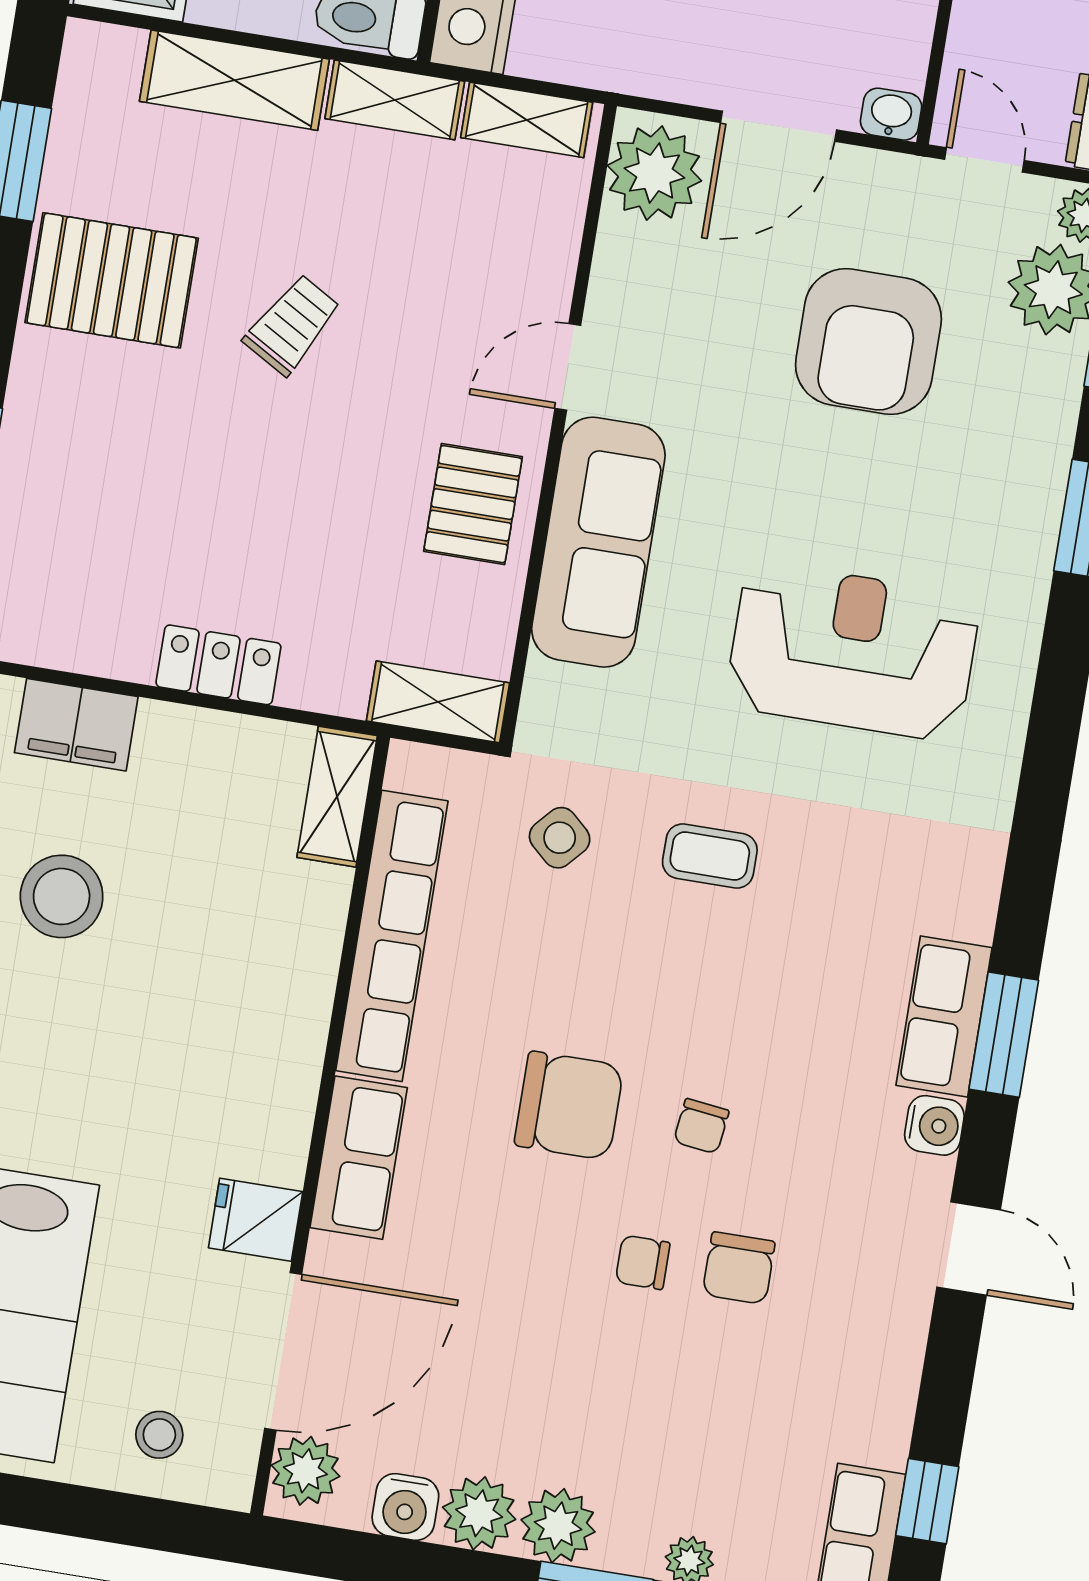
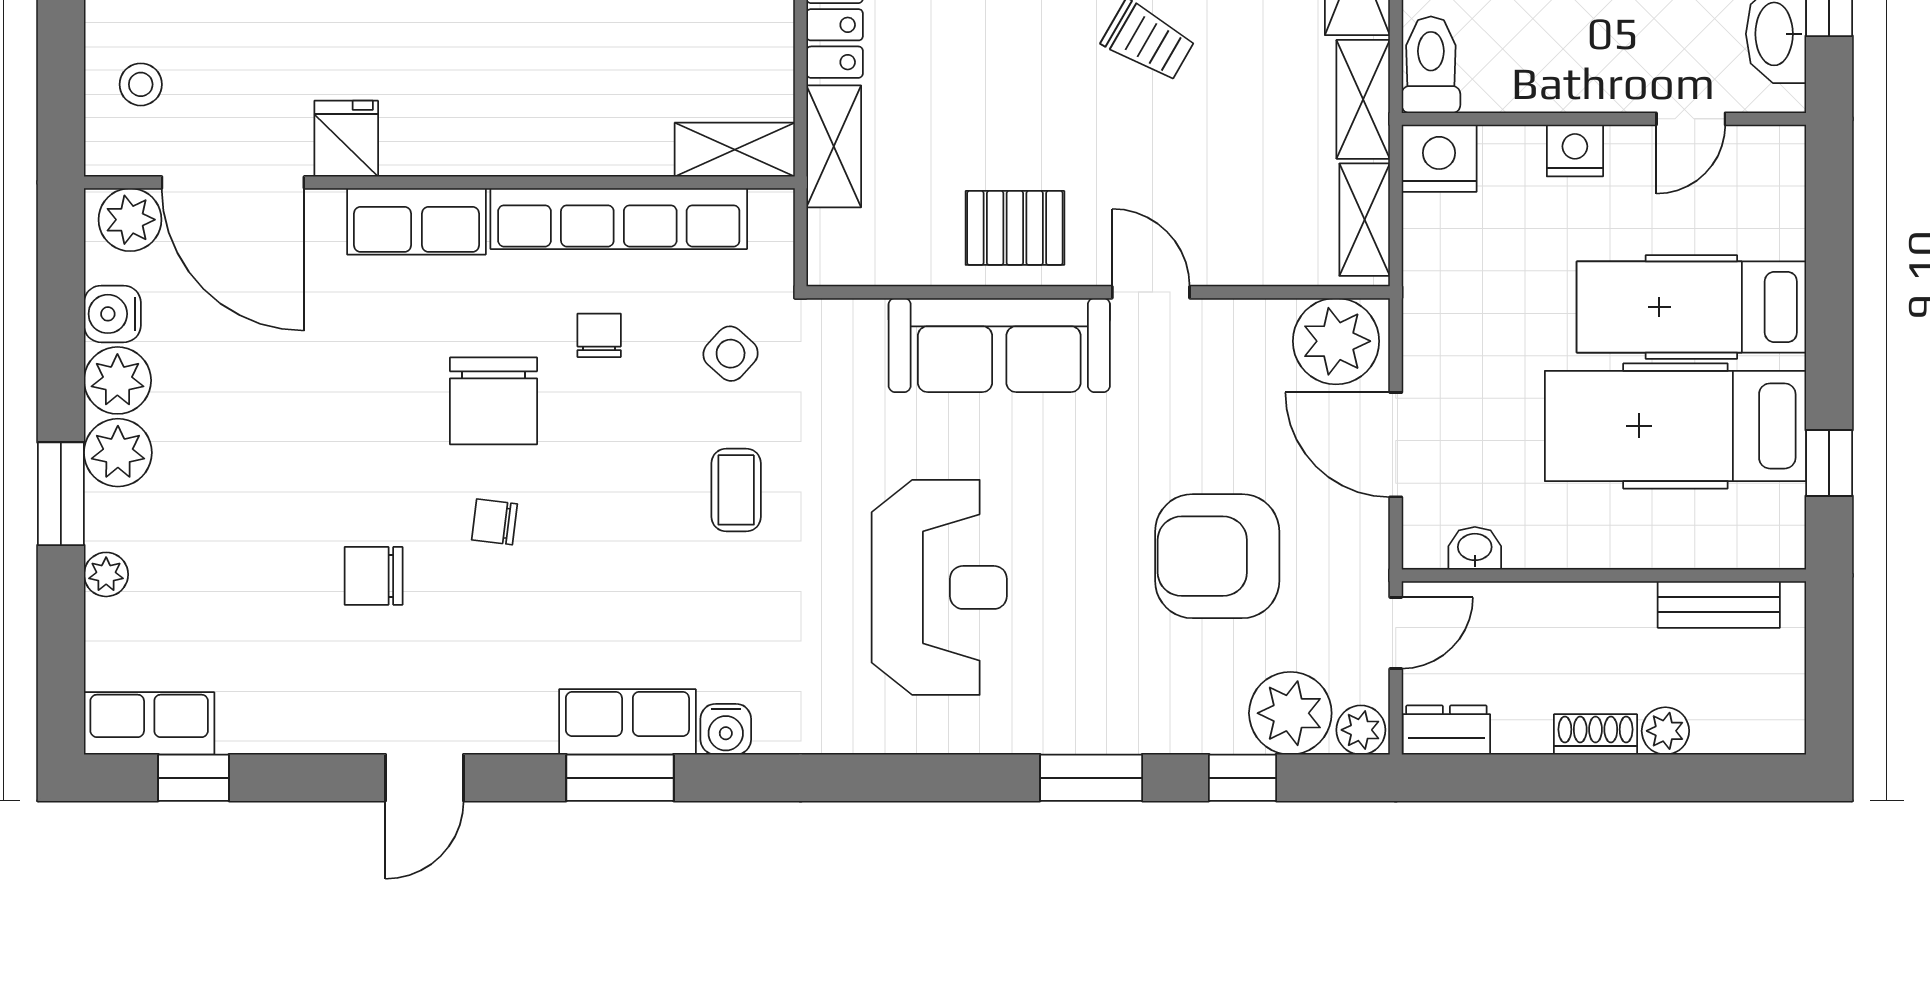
washbasin: (891, 114) -> (1475, 548), moved, turned -90
shelving: (438, 702) -> (834, 146), moved
water cooler: (934, 1125) -> (726, 729), moved
chair: (643, 1262) -> (599, 335), moved

